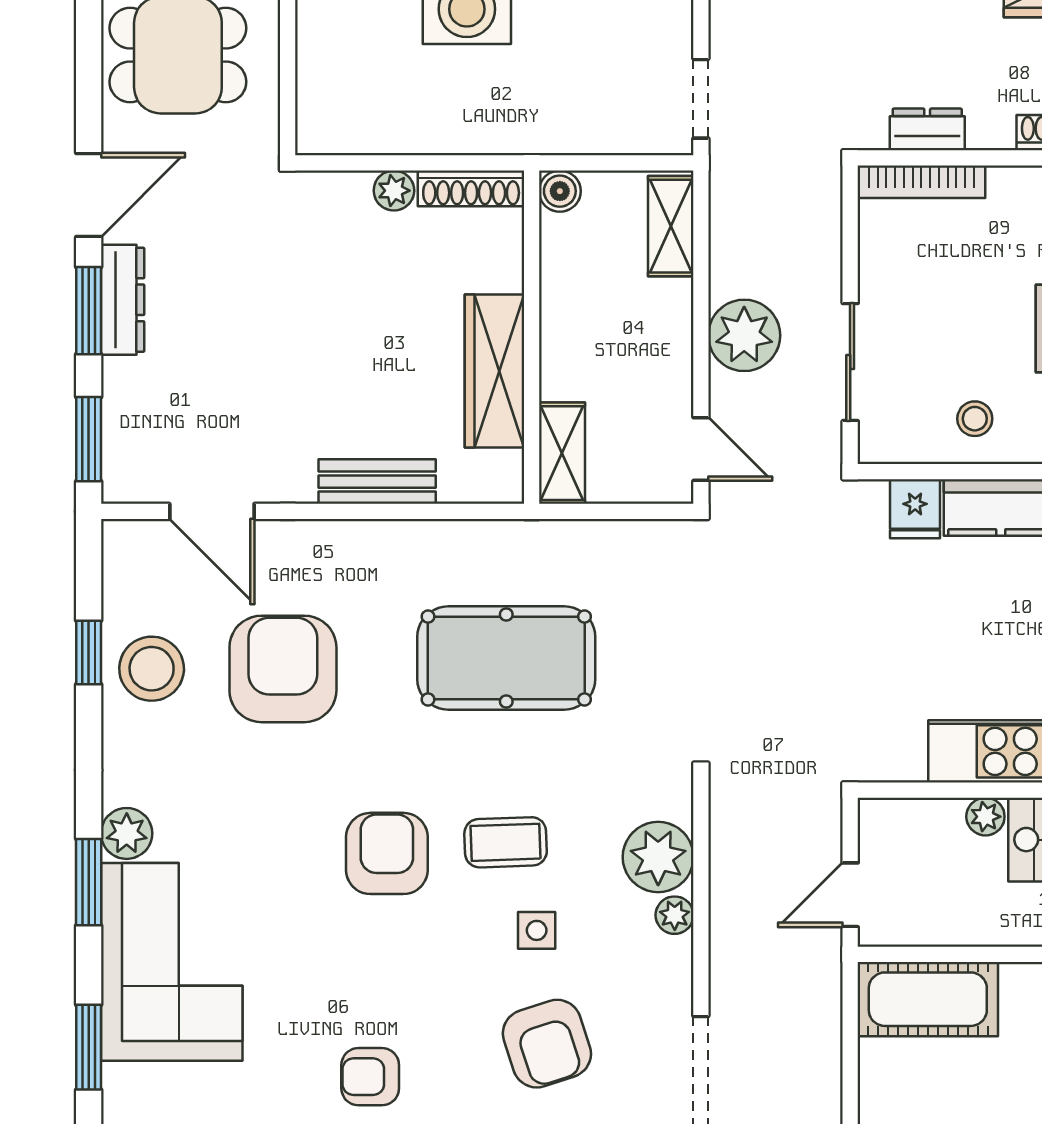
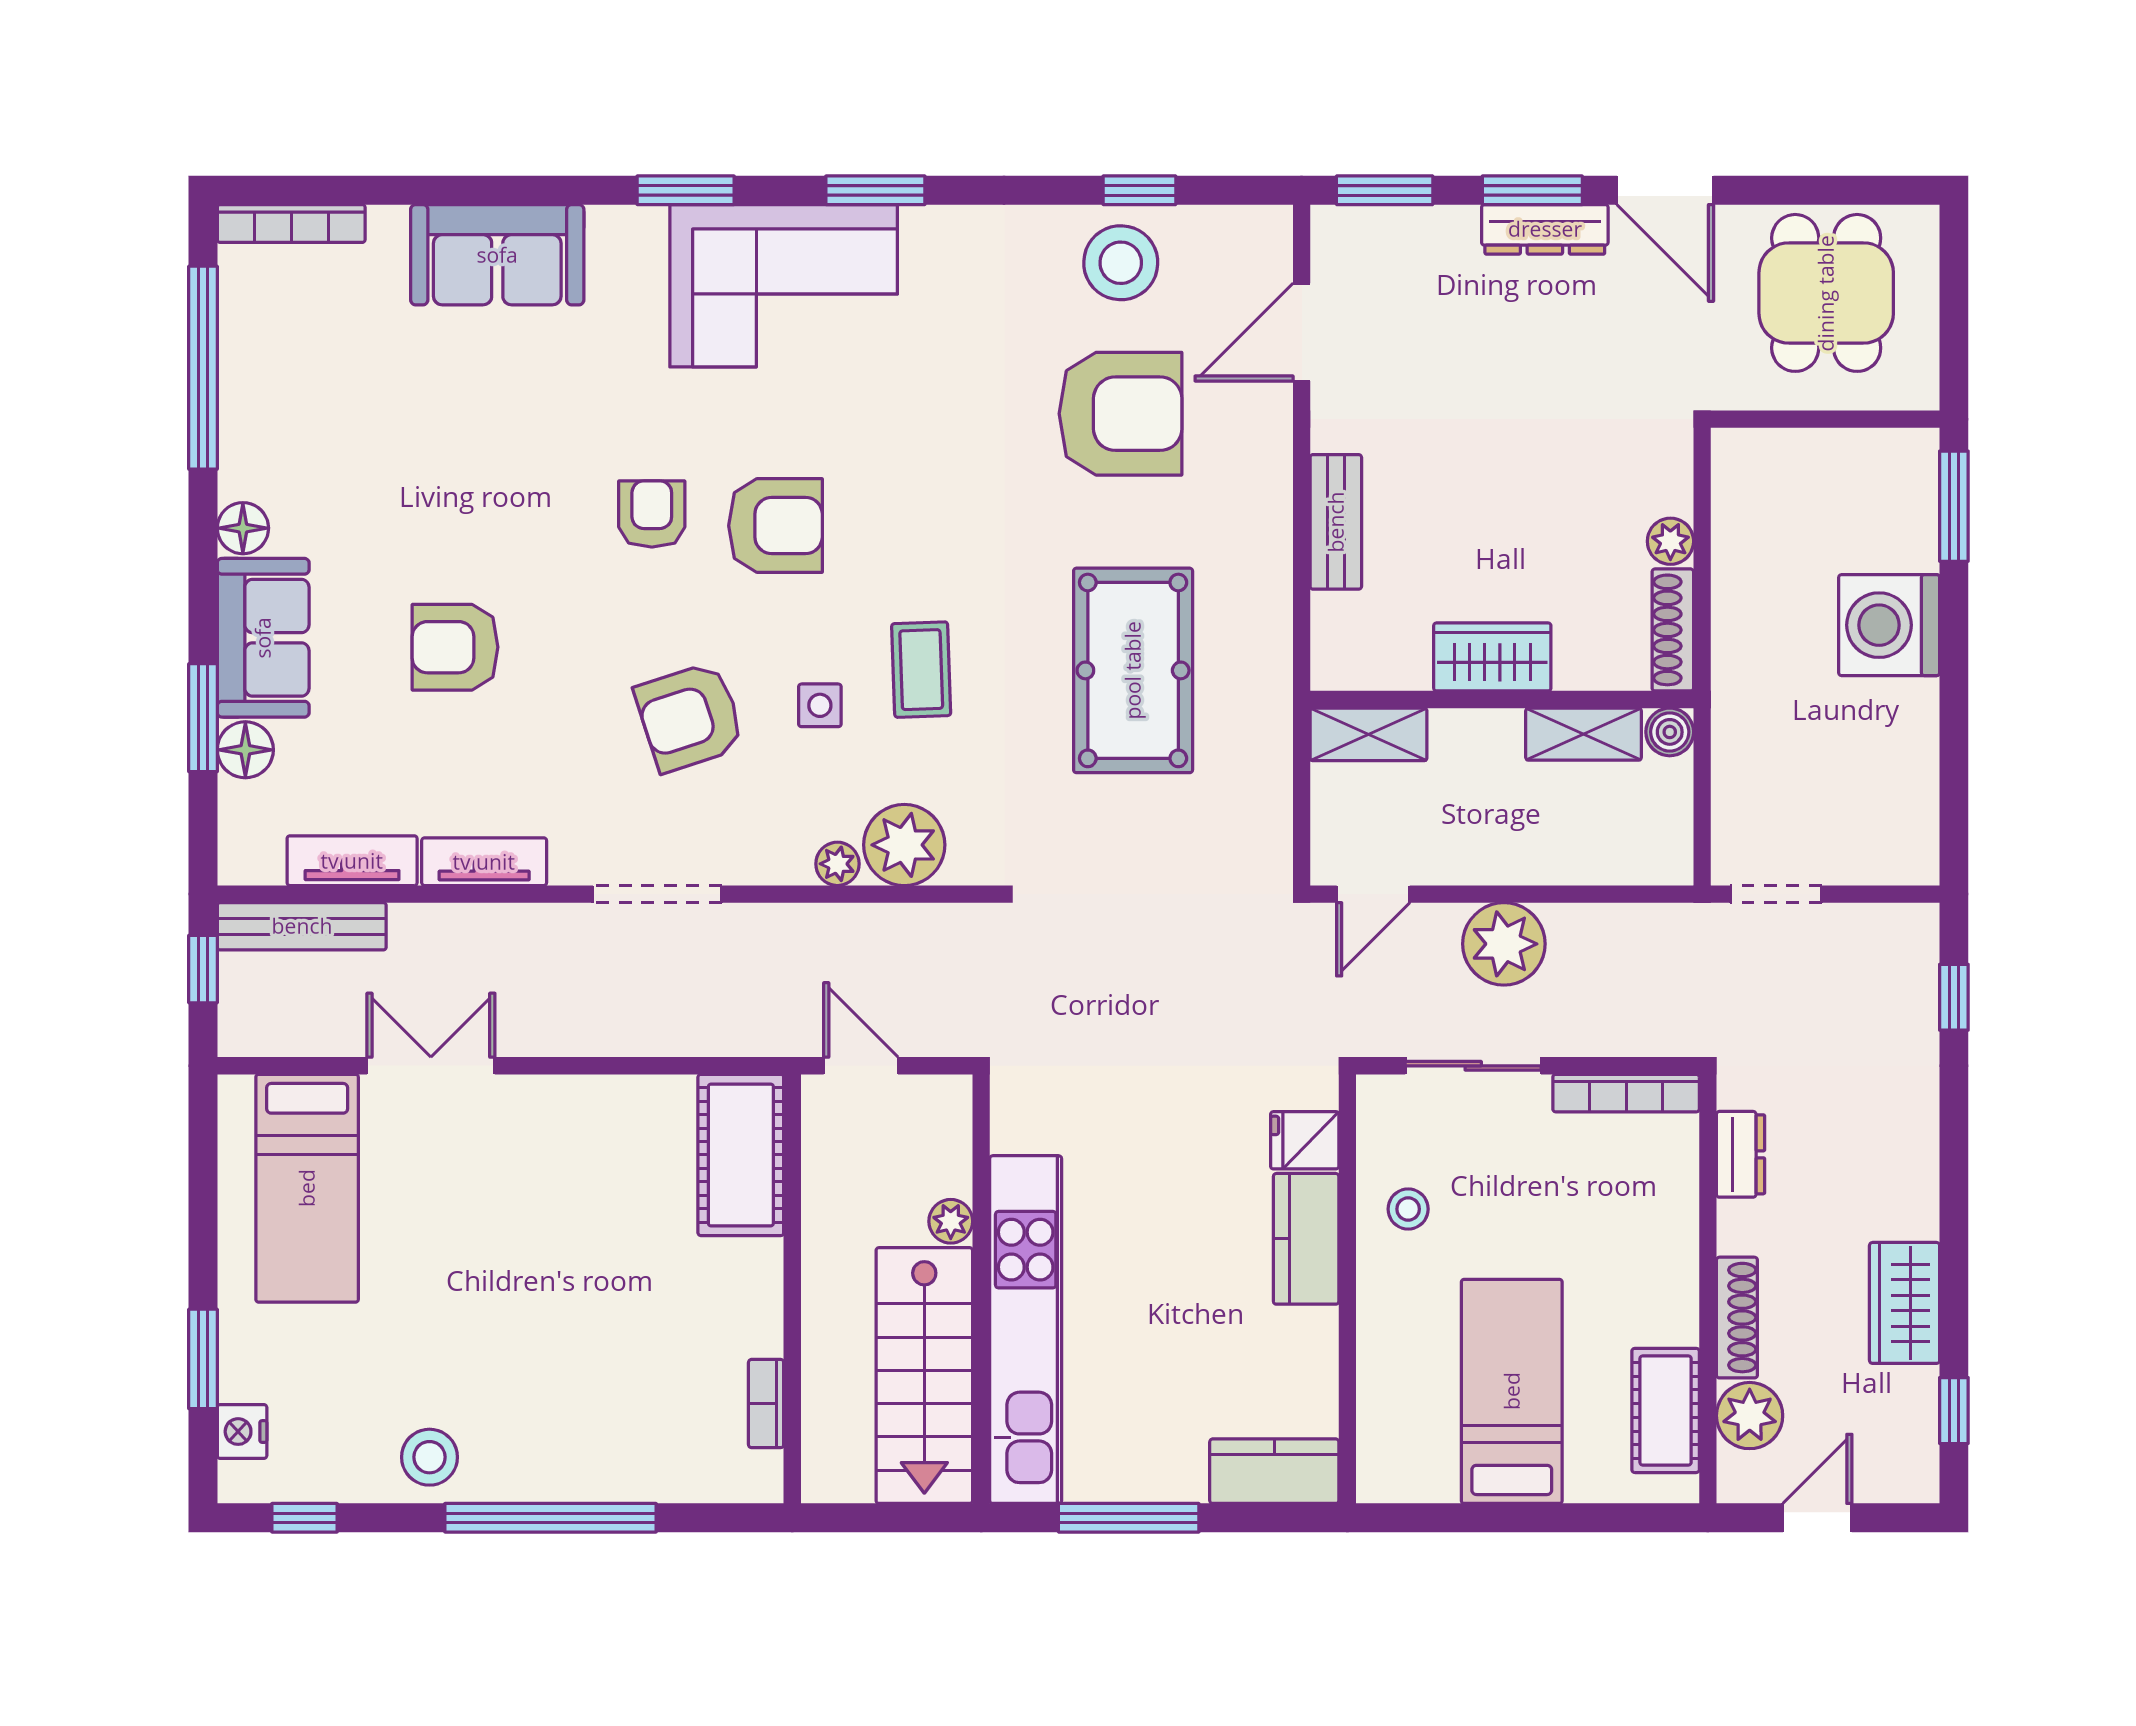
bookcase: (921, 182) -> (1626, 1093), moved, turned -90
shelving: (671, 226) -> (1584, 734), moved
wardrobe: (495, 371) -> (1492, 657), width x0.67
plant: (127, 833) -> (931, 234), removed
armchair: (387, 853) -> (775, 526), moved

